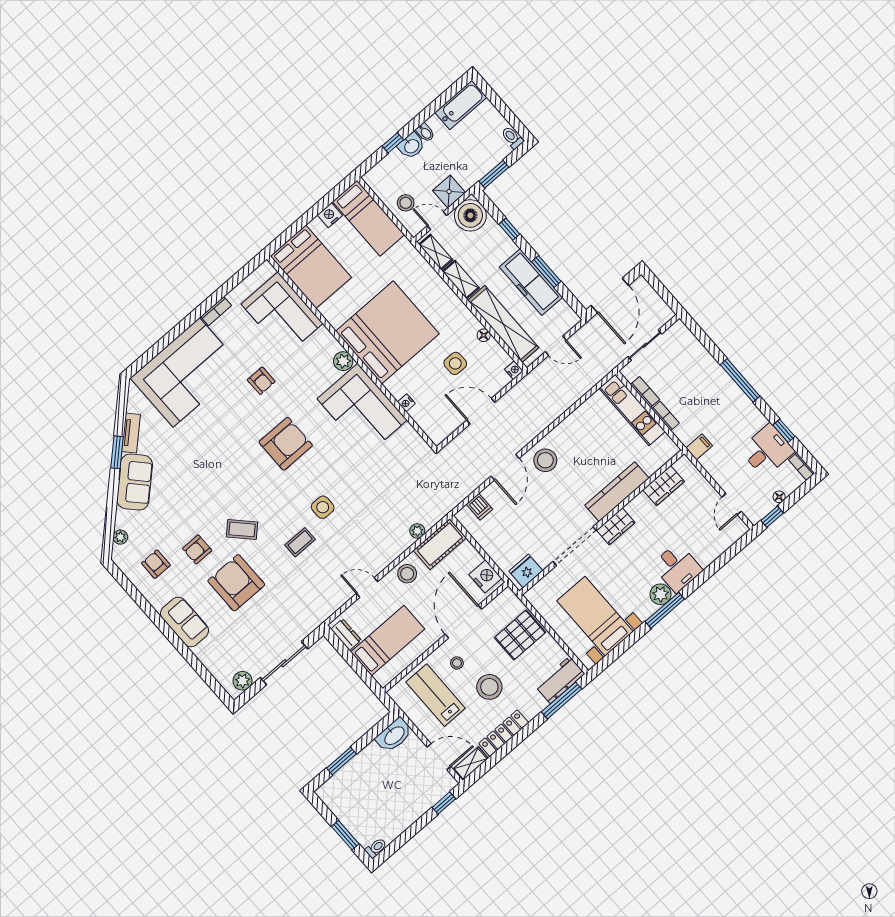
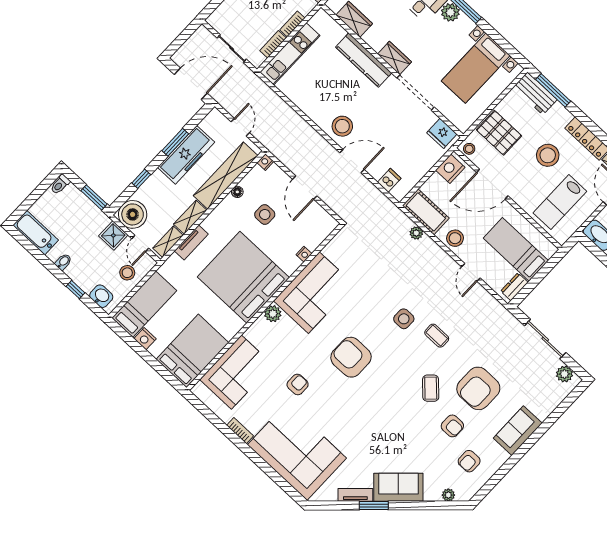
washbasin: (411, 146) -> (101, 296), moved
tv unit: (432, 278) -> (191, 243), added
stool: (457, 663) -> (469, 149), moved

